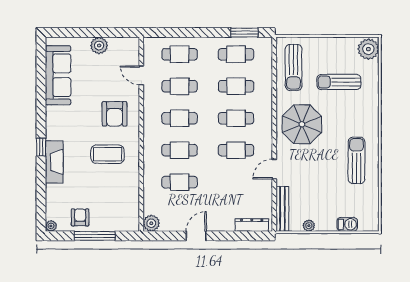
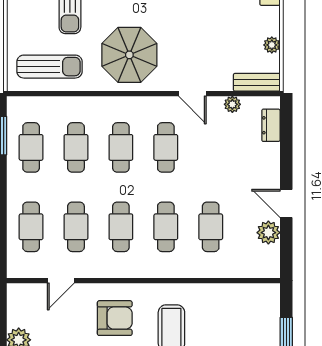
plant: (267, 198) -> (232, 104), added
bench: (282, 209) -> (257, 82), width x0.73
plant: (151, 223) -> (268, 233), moved
dresser: (252, 225) -> (271, 125), width x0.70

